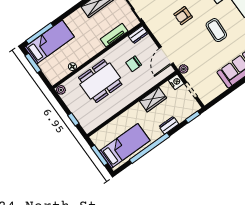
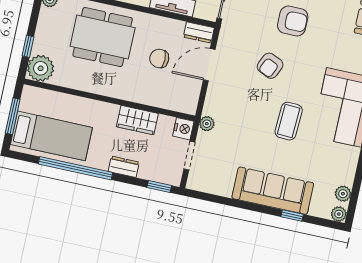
armchair: (183, 16) -> (270, 66), turned -66
door: (166, 56) -> (209, 65), moved
plant: (89, 123) -> (41, 68), added

